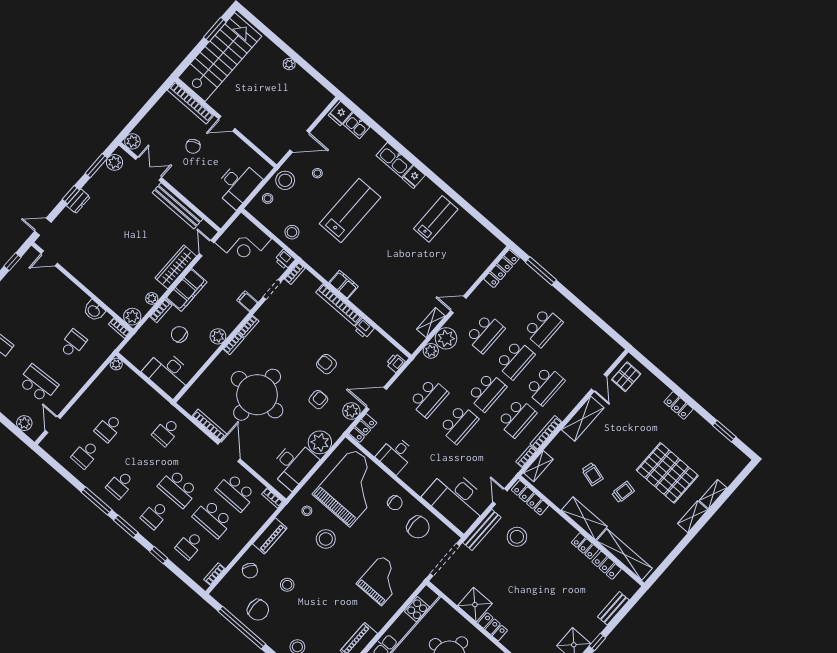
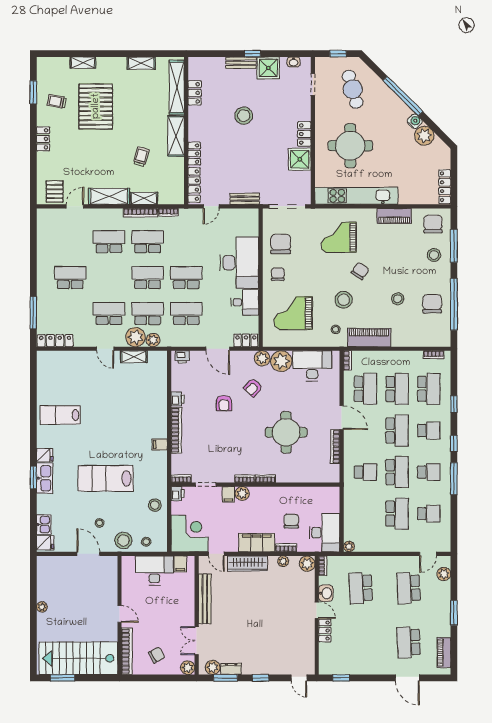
chair: (193, 146) -> (157, 655), moved
window: (403, 151) -> (33, 478), added
dresser: (78, 201) -> (231, 669), moved
filing cabinet: (224, 211) -> (180, 564), added
door: (206, 248) -> (216, 554), hinge flipped
door: (49, 258) -> (317, 610), moved
locker: (64, 283) -> (325, 631), added
filing cabinet: (344, 284) -> (160, 444), width x0.50
chair: (179, 334) -> (291, 521), turned 180
plant: (218, 336) -> (242, 494), moved
school desk: (73, 344) -> (361, 588), width x1.85
school desk: (515, 359) -> (148, 313), moved
desk: (168, 373) -> (325, 533), moved
pallet: (626, 377) -> (55, 192), turned 90
round table: (257, 395) -> (286, 432), width x0.73, depth x0.73
armchair: (318, 400) -> (253, 388), turned -47
plant: (351, 411) -> (262, 358), moved
school desk: (109, 428) -> (397, 514), width x1.85
door: (229, 452) -> (342, 418), swing flipped
school desk: (143, 458) -> (397, 472), added
shelving: (538, 466) -> (144, 198), moved
grand piano: (351, 487) -> (293, 313), width x0.73, depth x0.68
trolley: (623, 492) -> (57, 101), moved
desk: (456, 500) -> (239, 263), moved
shelving: (693, 517) -> (141, 63), moved
window: (126, 526) -> (454, 443), width x0.67
bench: (482, 530) -> (245, 199), width x0.73
piano: (270, 536) -> (369, 337), width x1.37, depth x1.33
stool: (517, 537) -> (244, 116), moved
school desk: (190, 545) -> (429, 389), width x1.85
locker: (585, 546) -> (194, 154), moved
chair: (250, 571) -> (360, 271), moved
bench: (613, 608) -> (241, 63), moved

